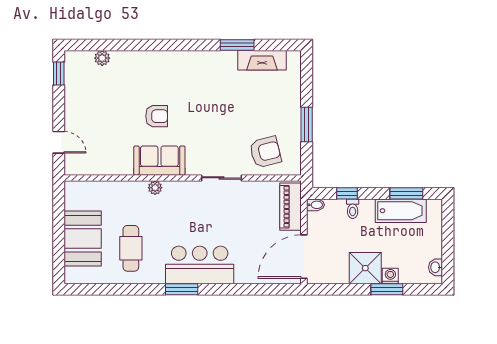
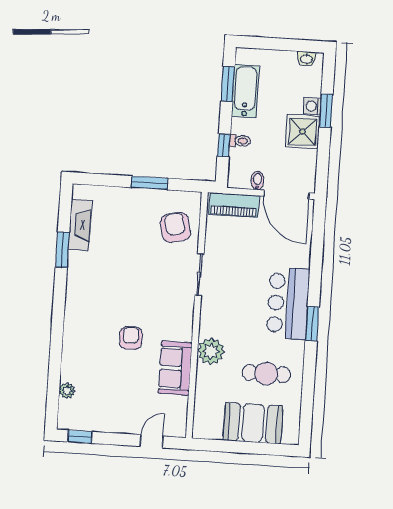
sofa: (159, 161) -> (175, 368), moved
plant: (155, 188) -> (211, 351), width x1.87, depth x1.87
bidet: (316, 205) -> (257, 181), moved

